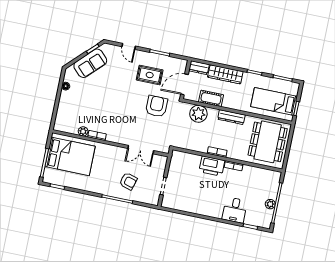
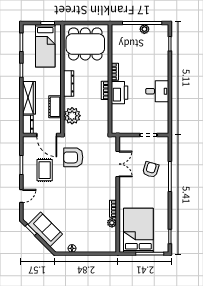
desk: (235, 210) -> (157, 91), moved

